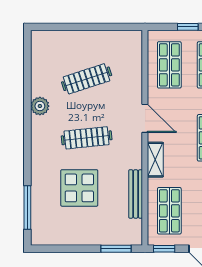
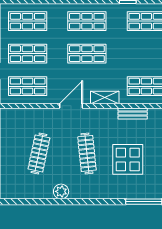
clothes rail: (87, 79) -> (39, 153), turned 30
bench: (136, 194) -> (133, 114), width x0.73

